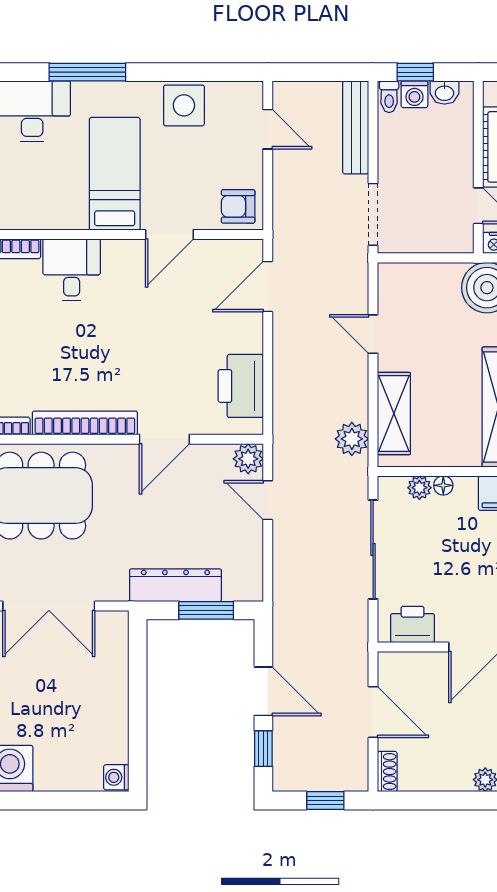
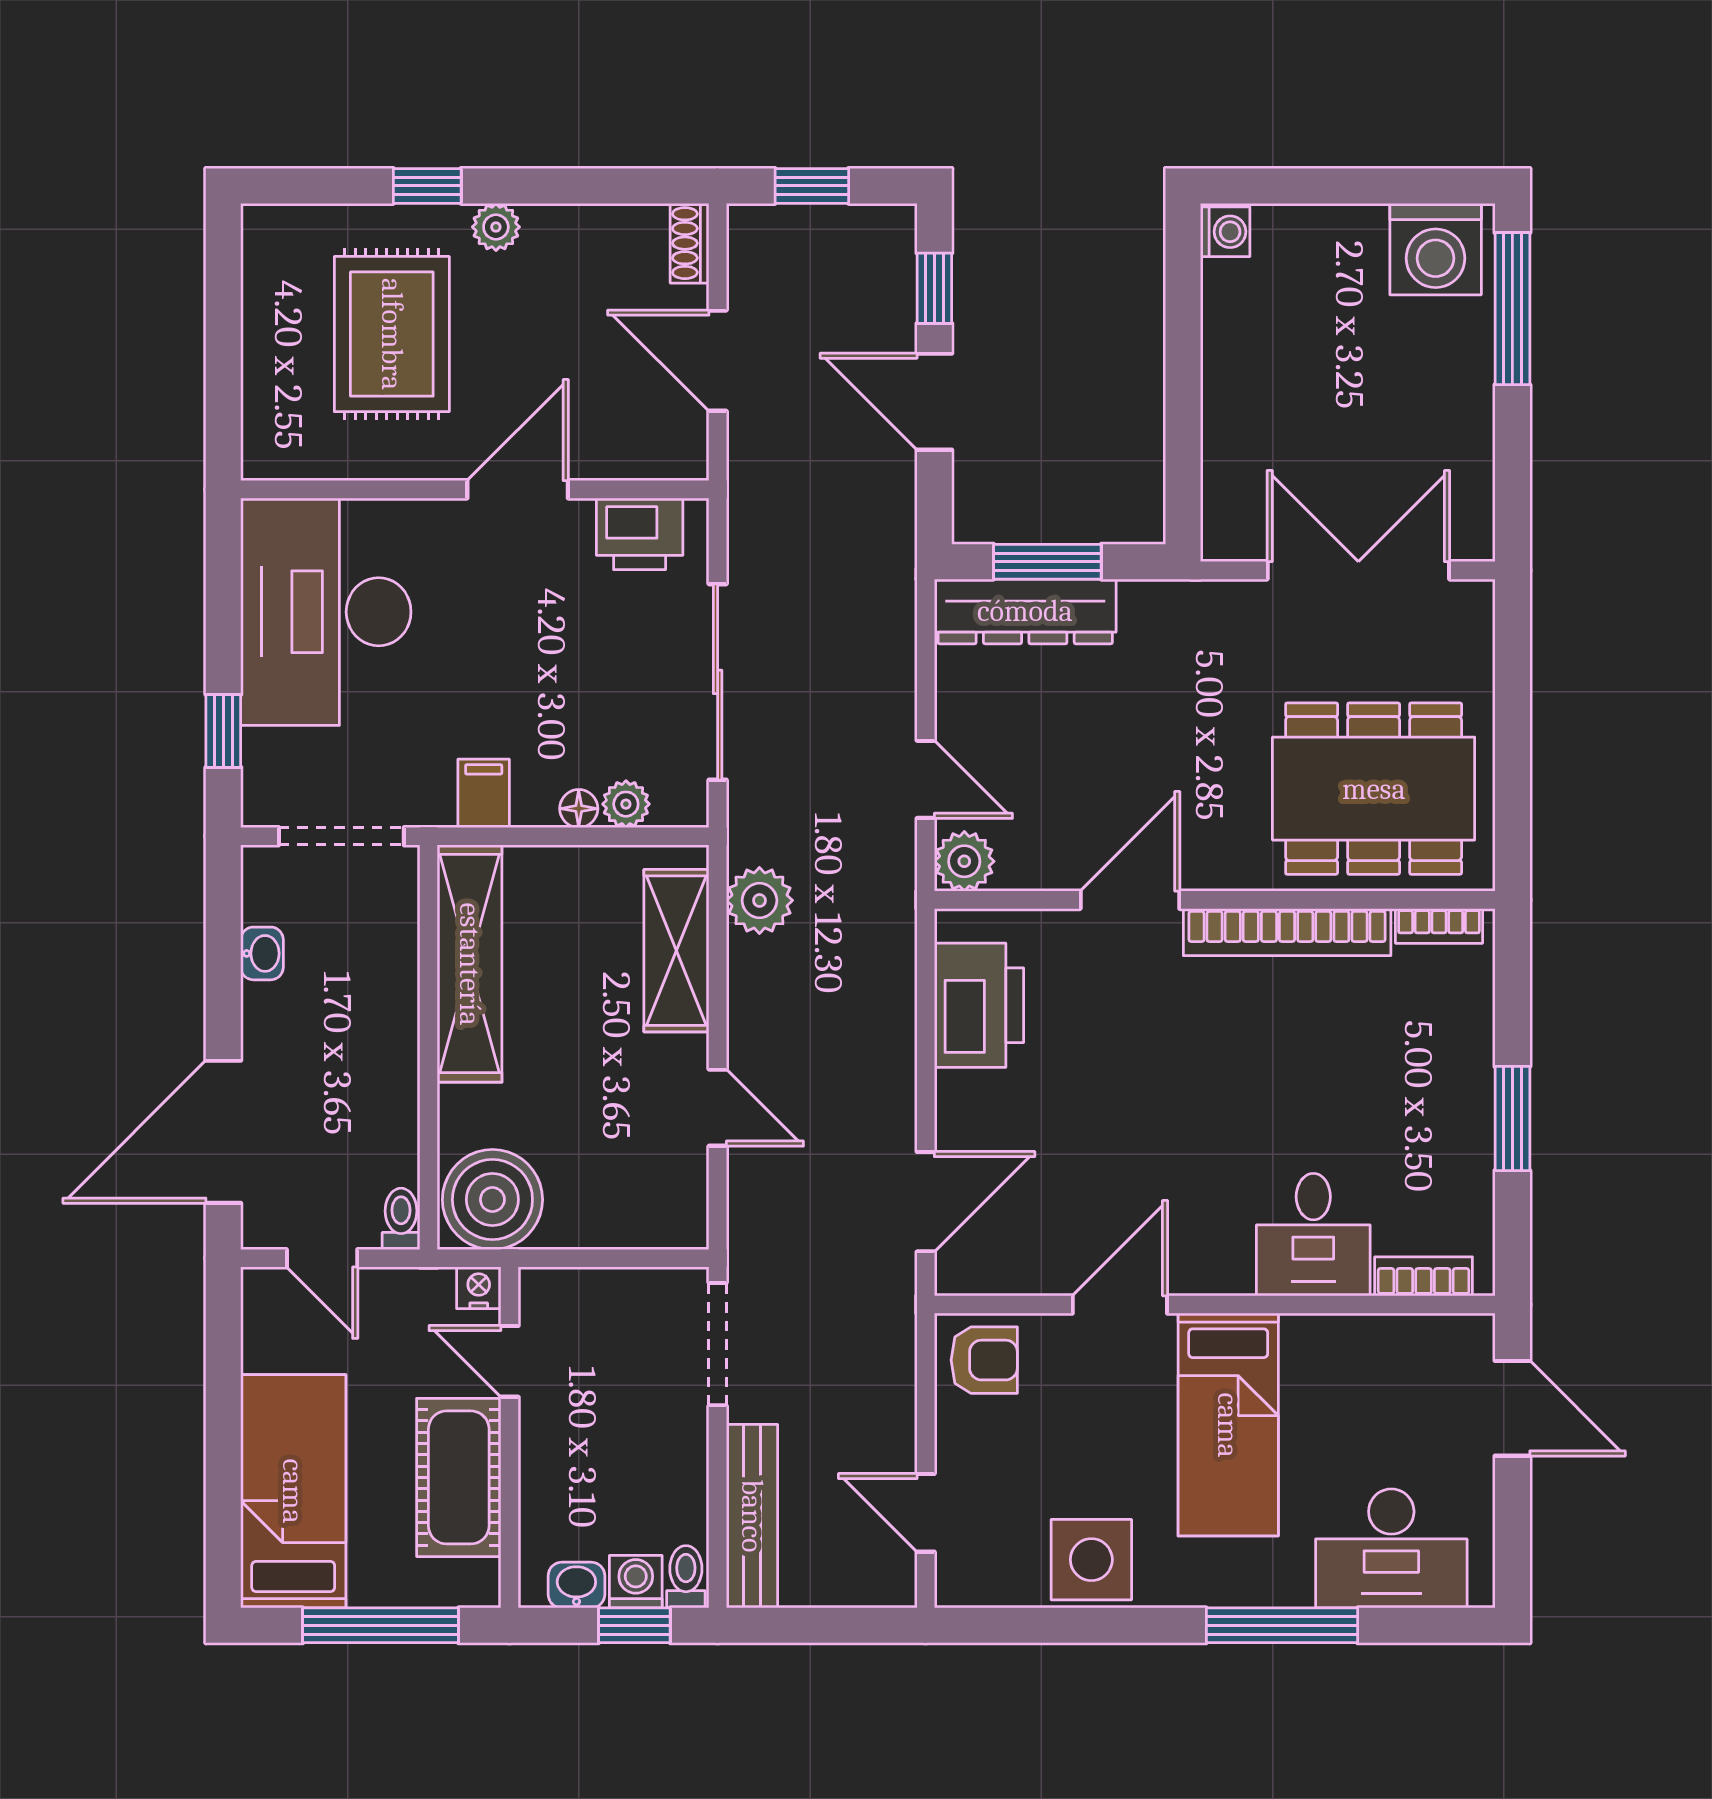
dresser: (175, 585) -> (1025, 611), moved

